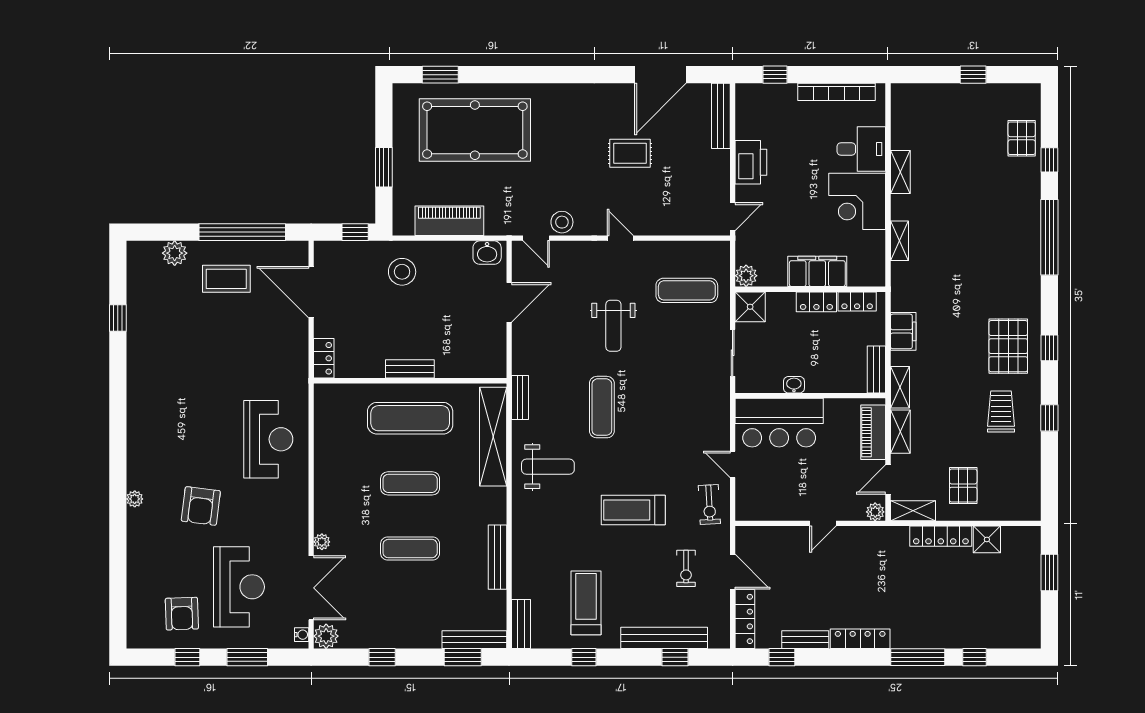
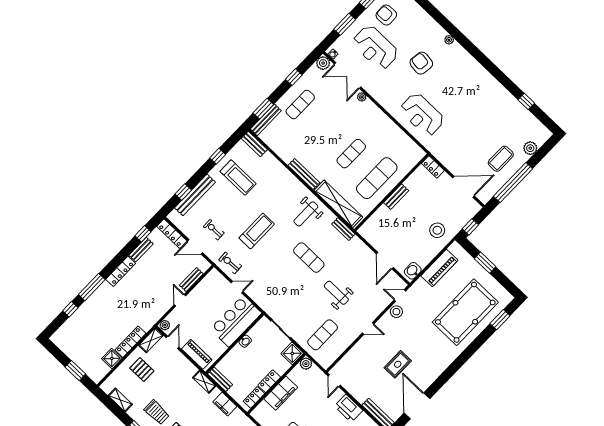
shelving: (900, 432) -> (120, 400), moved
bench: (781, 535) -> (191, 280), added
exercise mat: (410, 549) -> (300, 104), moved
bench: (497, 557) -> (304, 174), moved

